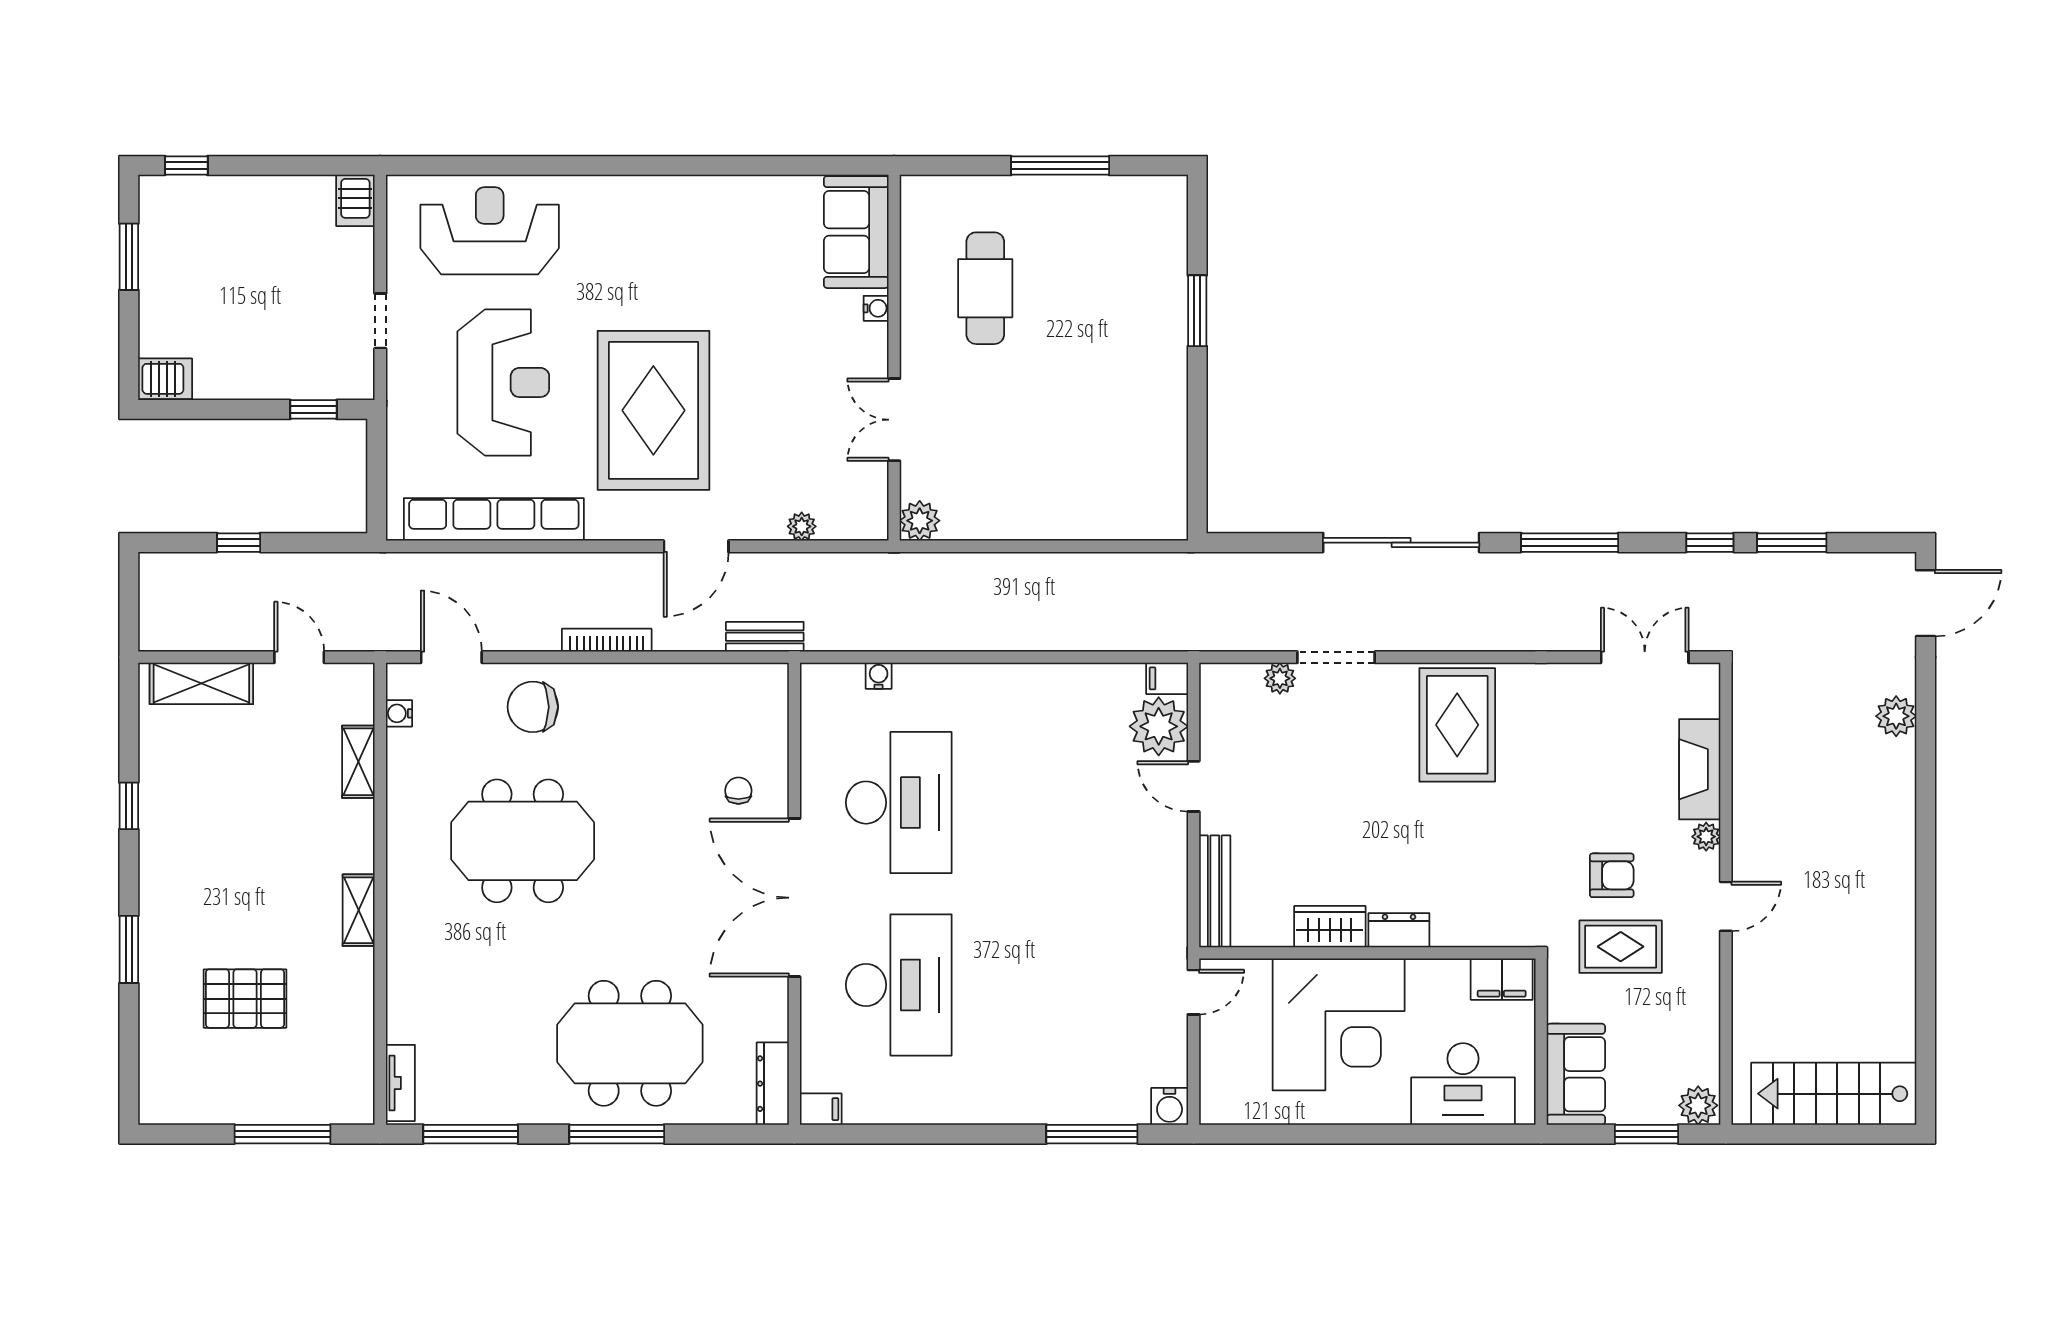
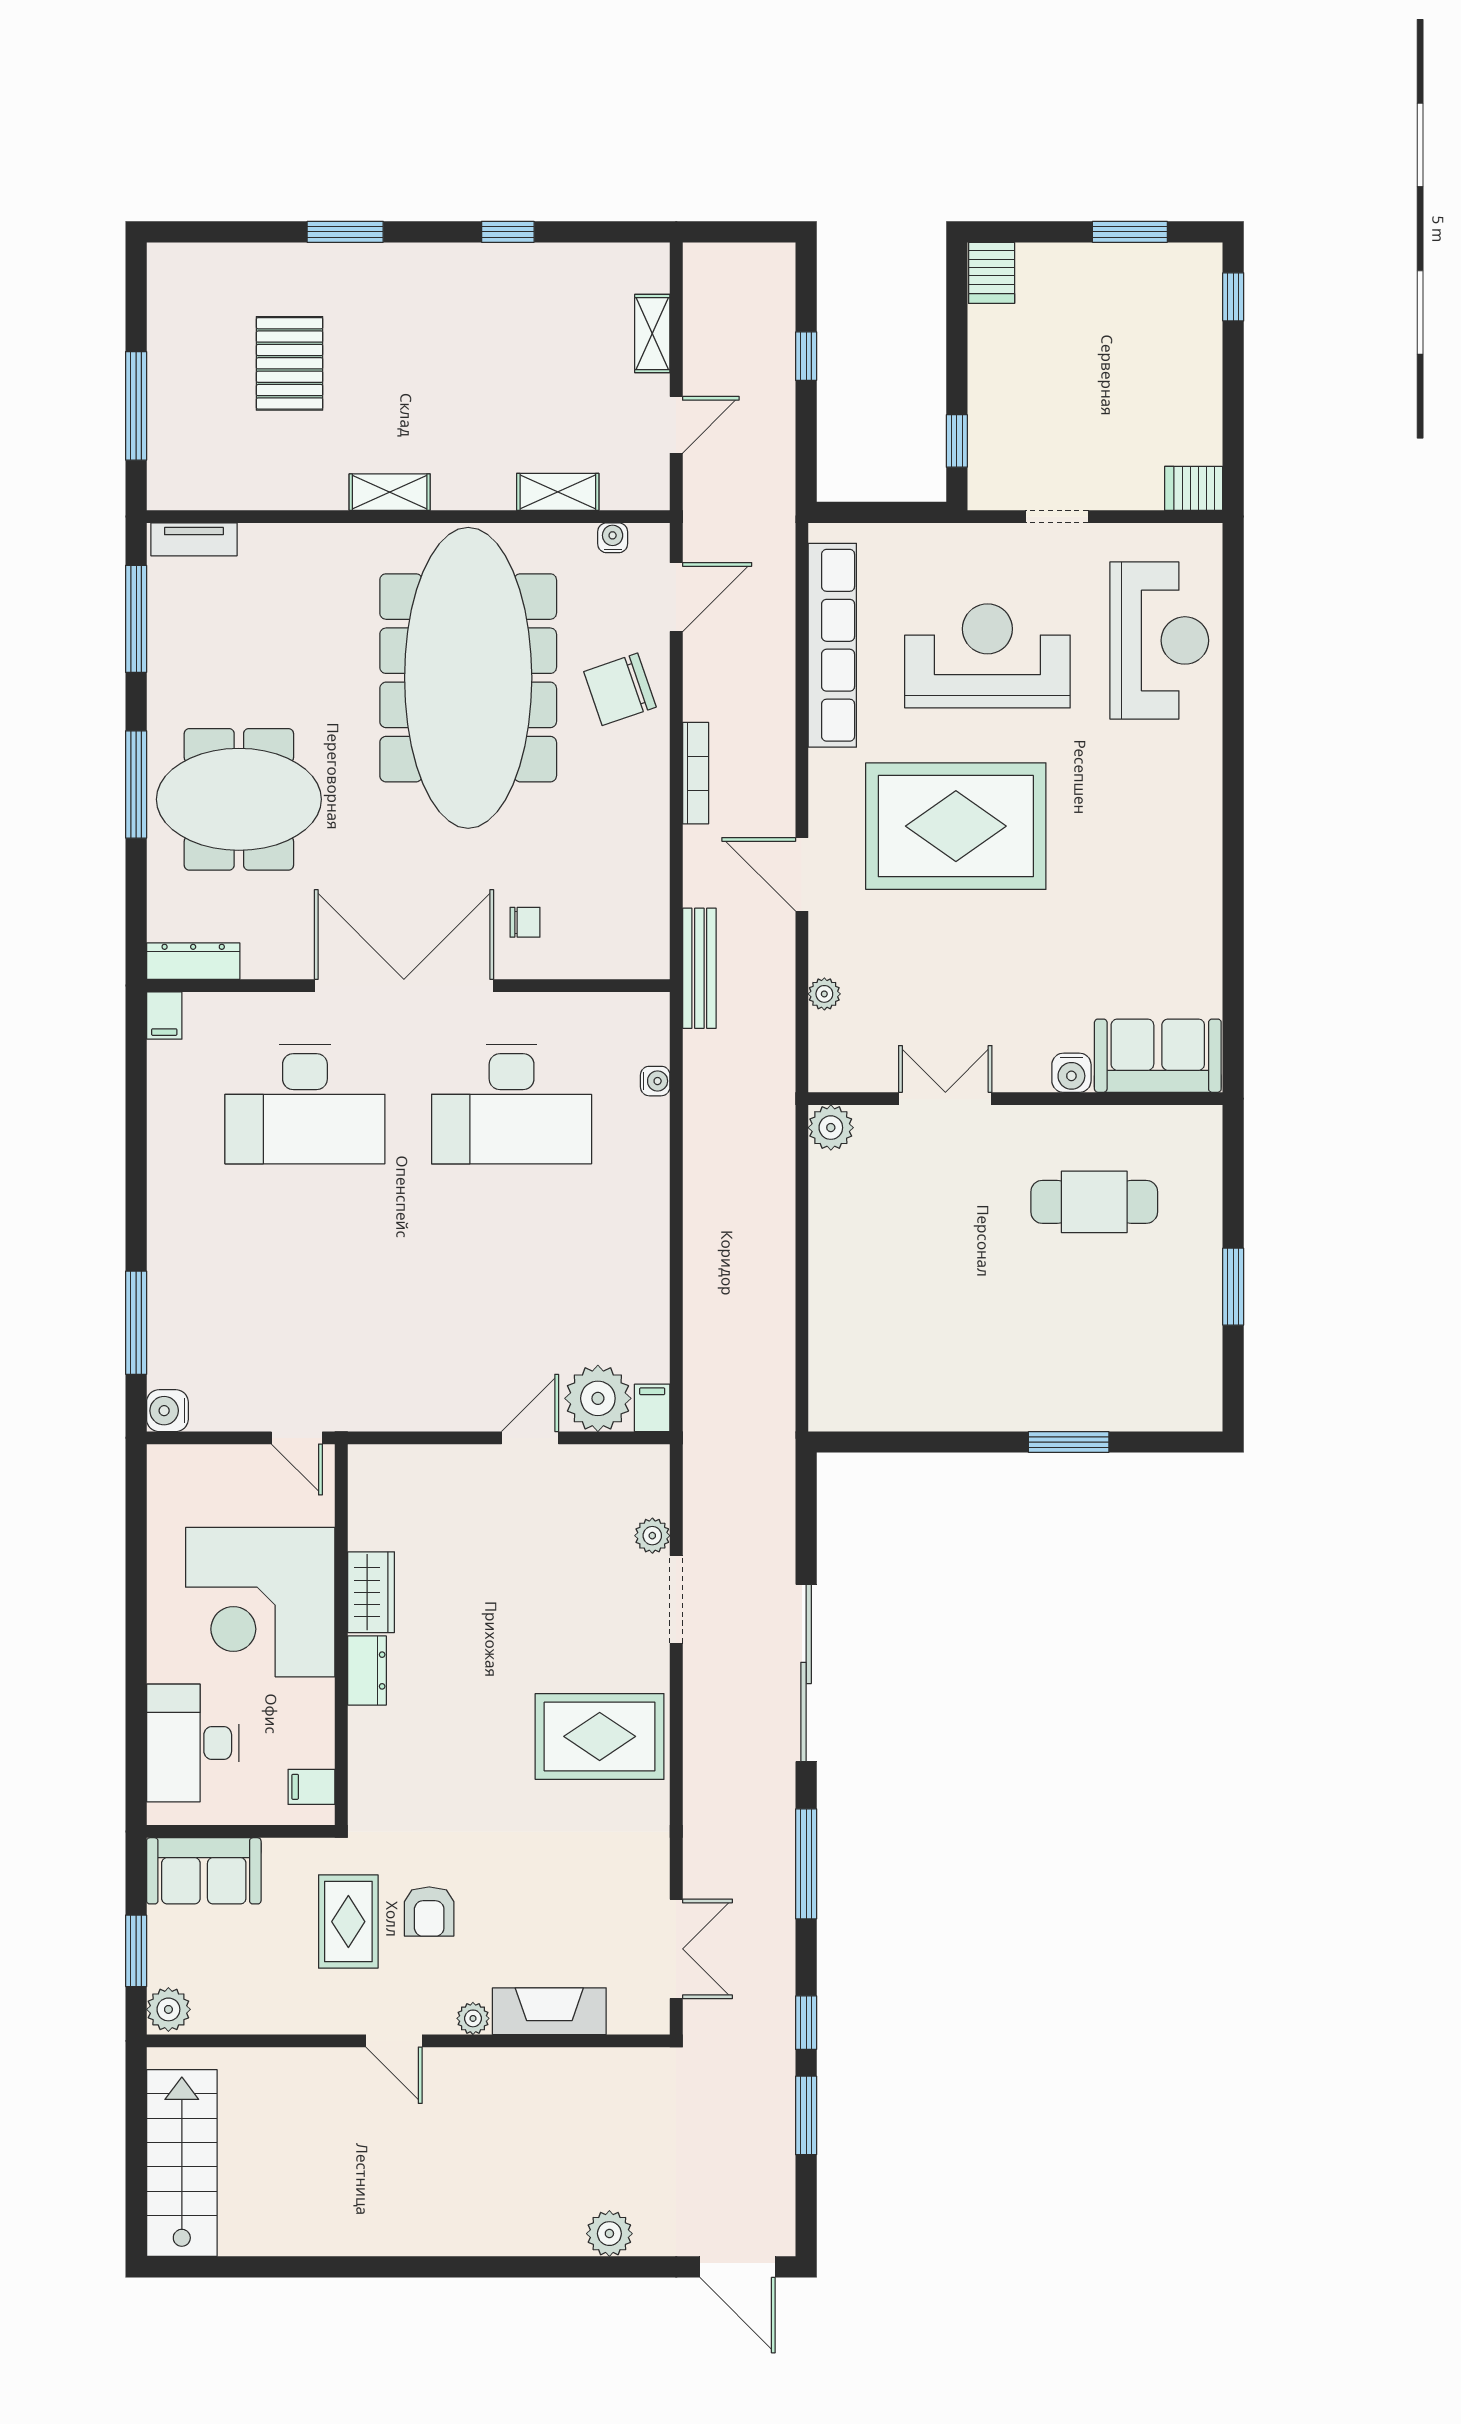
window: (1060, 165) -> (1233, 1287), width x0.69
water cooler: (876, 308) -> (1071, 1073), width x1.38, depth x1.38
reception desk: (503, 382) -> (987, 656), turned 180
bench: (765, 637) -> (699, 968), width x1.36
shelving: (201, 683) -> (652, 334), width x0.67, depth x0.75
chair: (533, 707) -> (620, 689), turned -109
meeting table: (523, 841) -> (468, 678), width x1.86, depth x1.27
bench: (1215, 891) -> (411, 1462), removed
filing cabinet: (1502, 979) -> (312, 1787), width x0.50
meeting table: (630, 1043) -> (239, 799), turned 90

